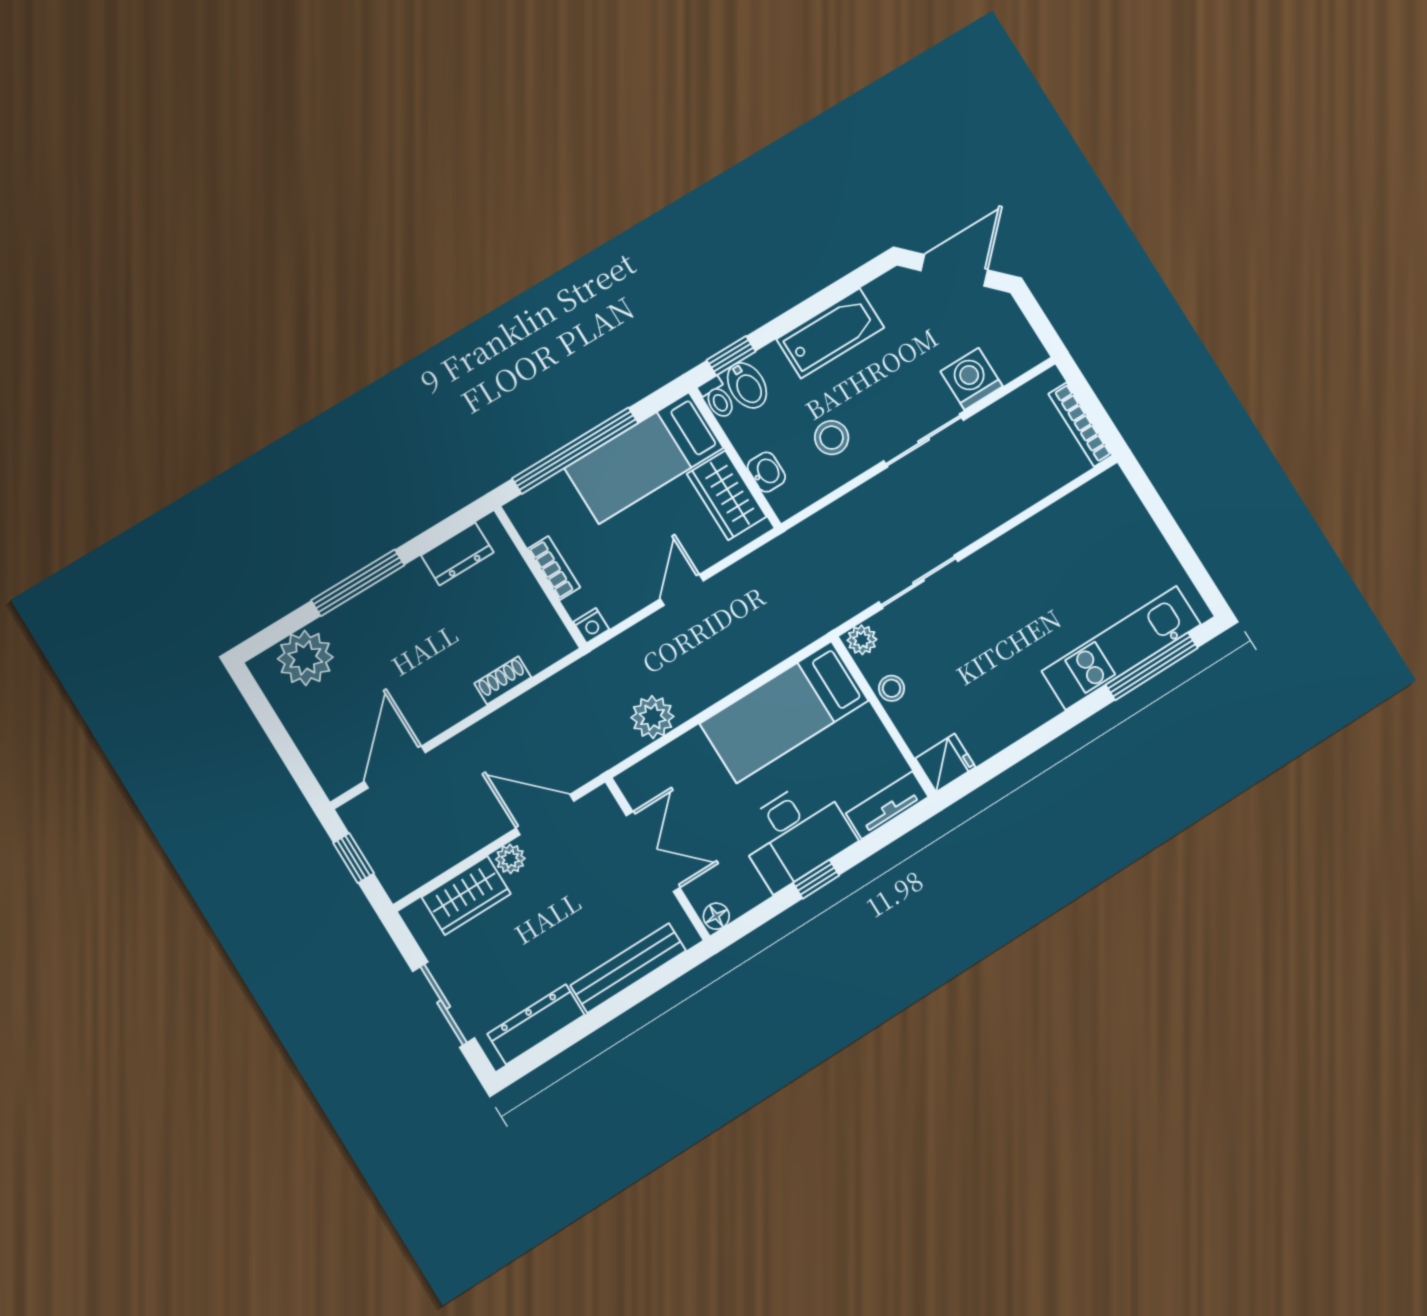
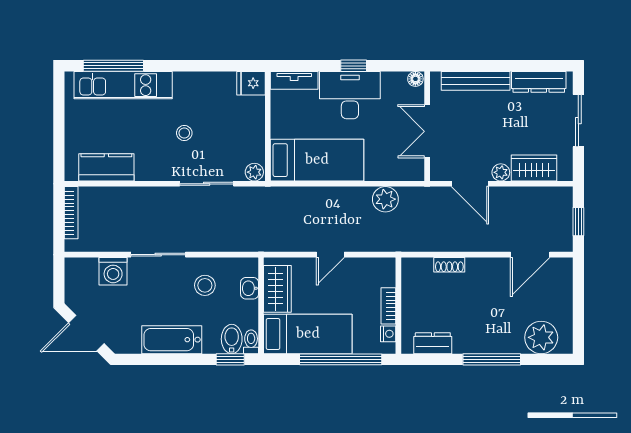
kitchen counter: (1072, 518) -> (106, 167), added
nightstand: (591, 626) -> (388, 334), moved, turned 90
stool: (892, 688) -> (184, 133), moved

